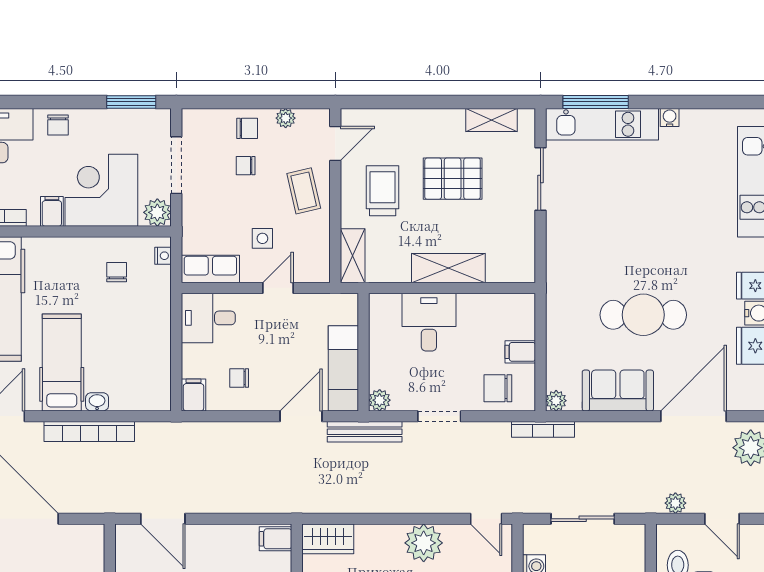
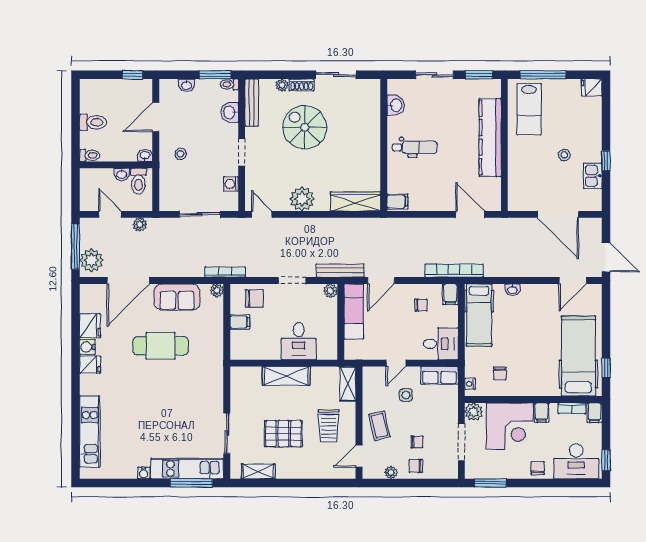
hospital bed: (62, 362) -> (479, 315), moved
bookcase: (89, 432) -> (454, 271), moved
wardrobe: (328, 539) -> (355, 201), width x1.50

